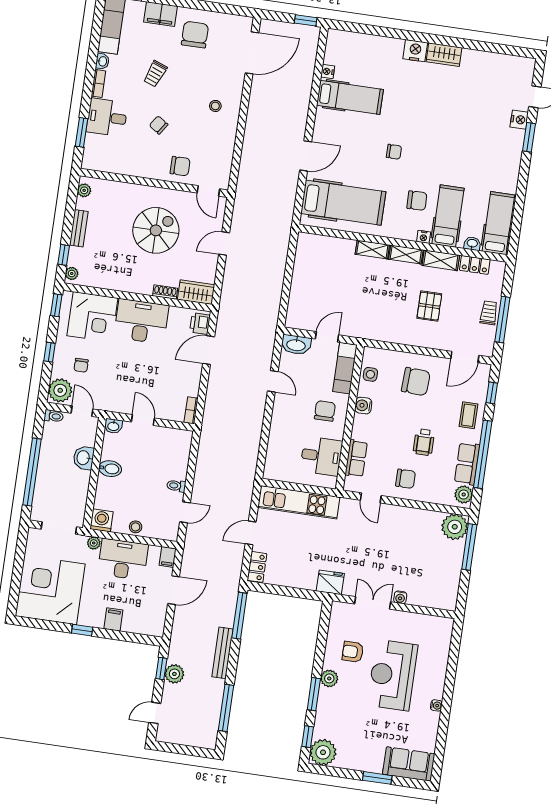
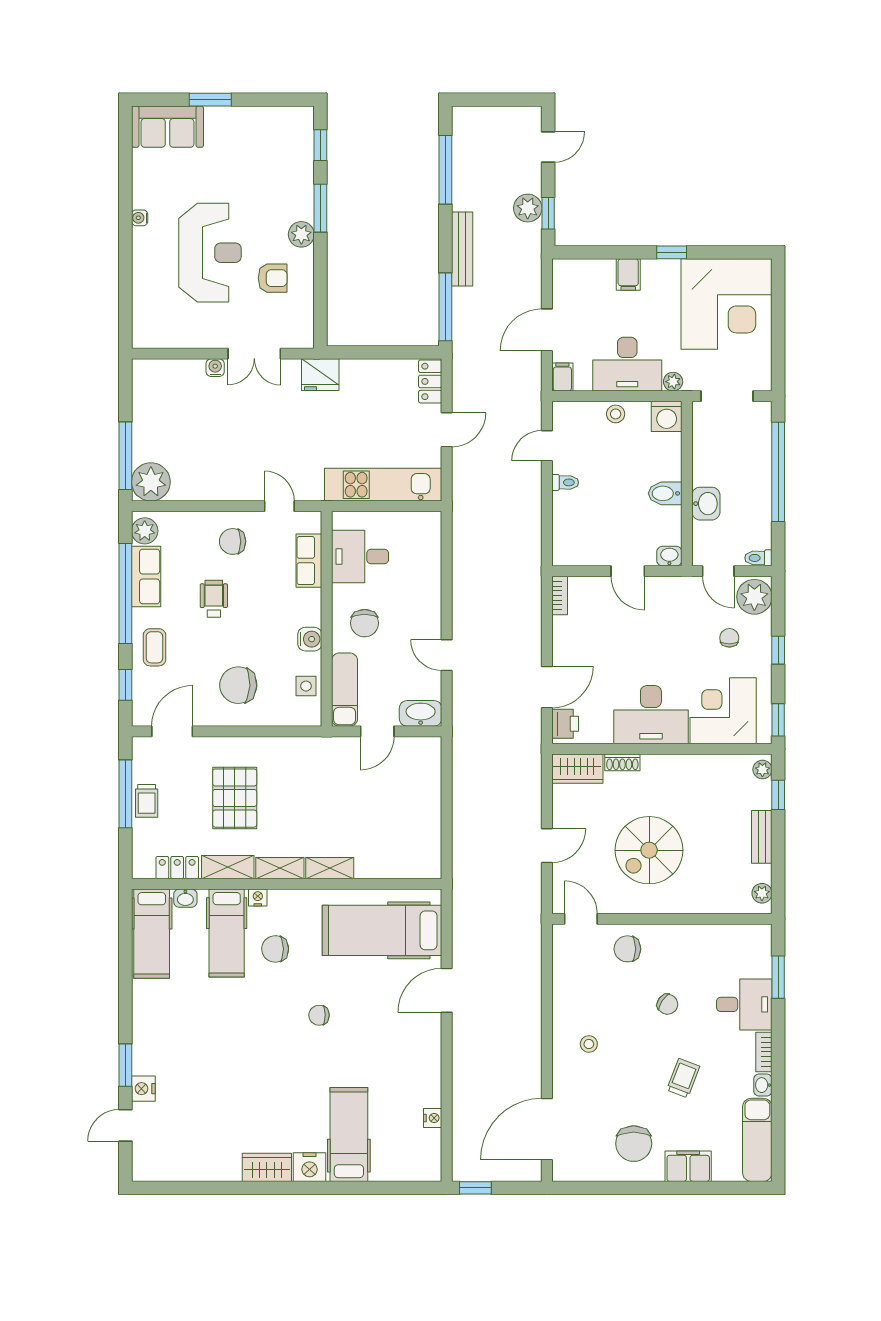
hospital bed: (350, 97) -> (349, 1134), moved, turned 90
pallet: (429, 306) -> (235, 798), width x1.50, depth x1.42
plant: (323, 752) -> (295, 125), removed

